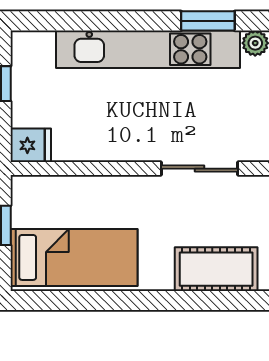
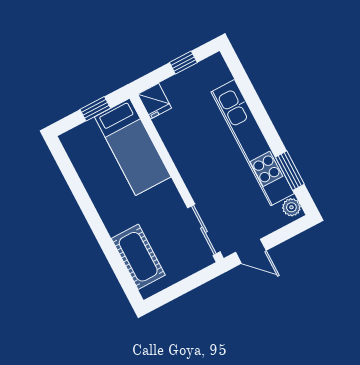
sliding door: (200, 169) -> (204, 230), moved
bed: (74, 257) -> (133, 147), moved

